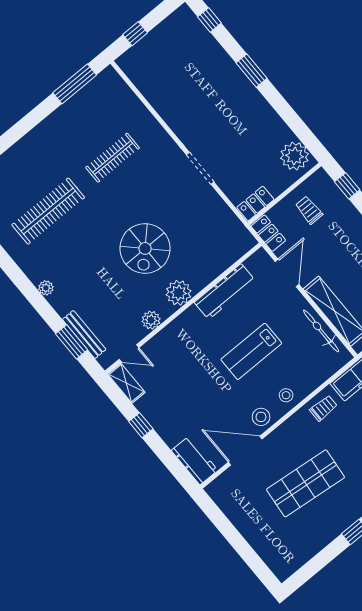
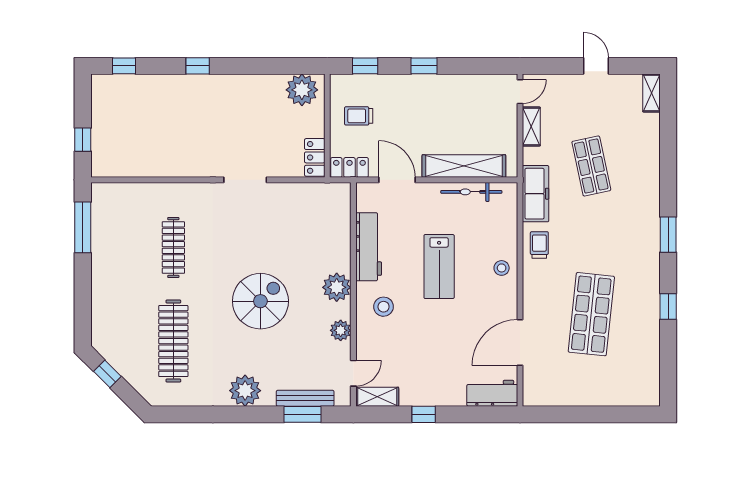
window: (251, 71) -> (198, 66), width x0.67
spiral stairs: (145, 248) -> (260, 301), moved, turned -90
plant: (46, 288) -> (245, 391), width x1.87, depth x1.87
stool: (261, 417) -> (383, 307), moved

